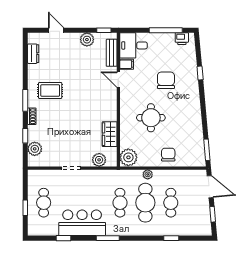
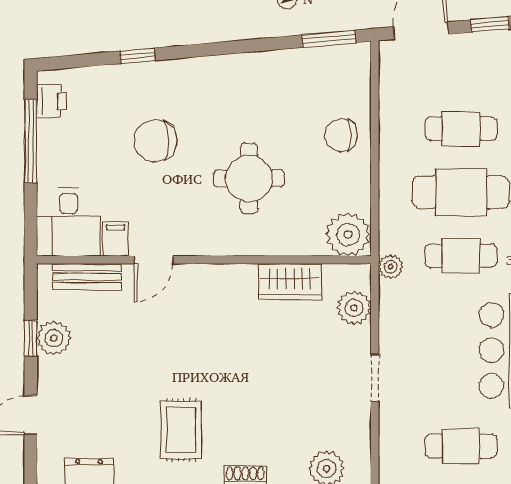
window: (104, 30) -> (31, 338), moved
plant: (148, 174) -> (391, 267), moved

